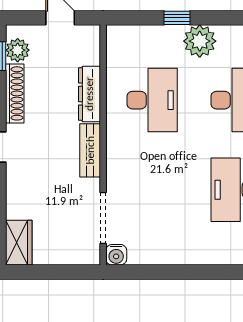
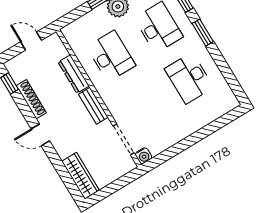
plant: (18, 50) -> (18, 74), removed
wardrobe: (19, 243) -> (80, 176), width x1.50

